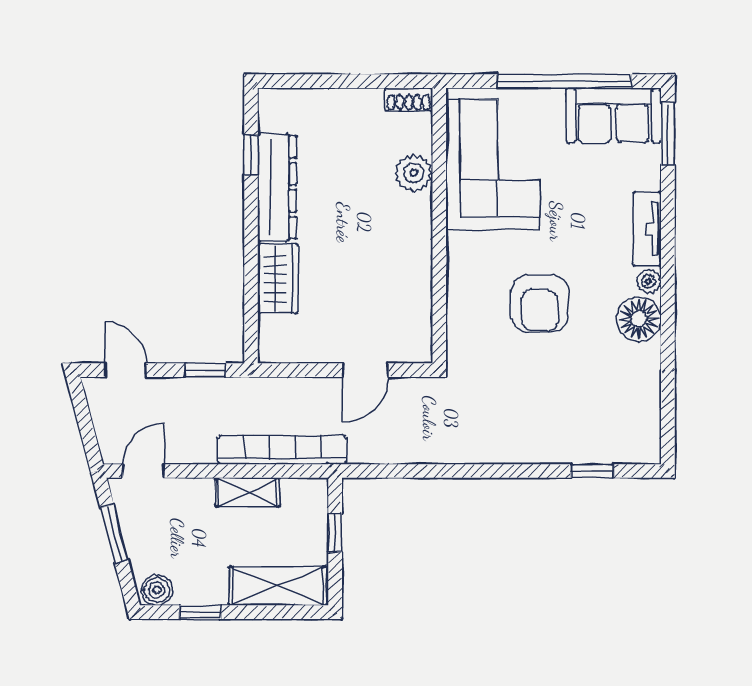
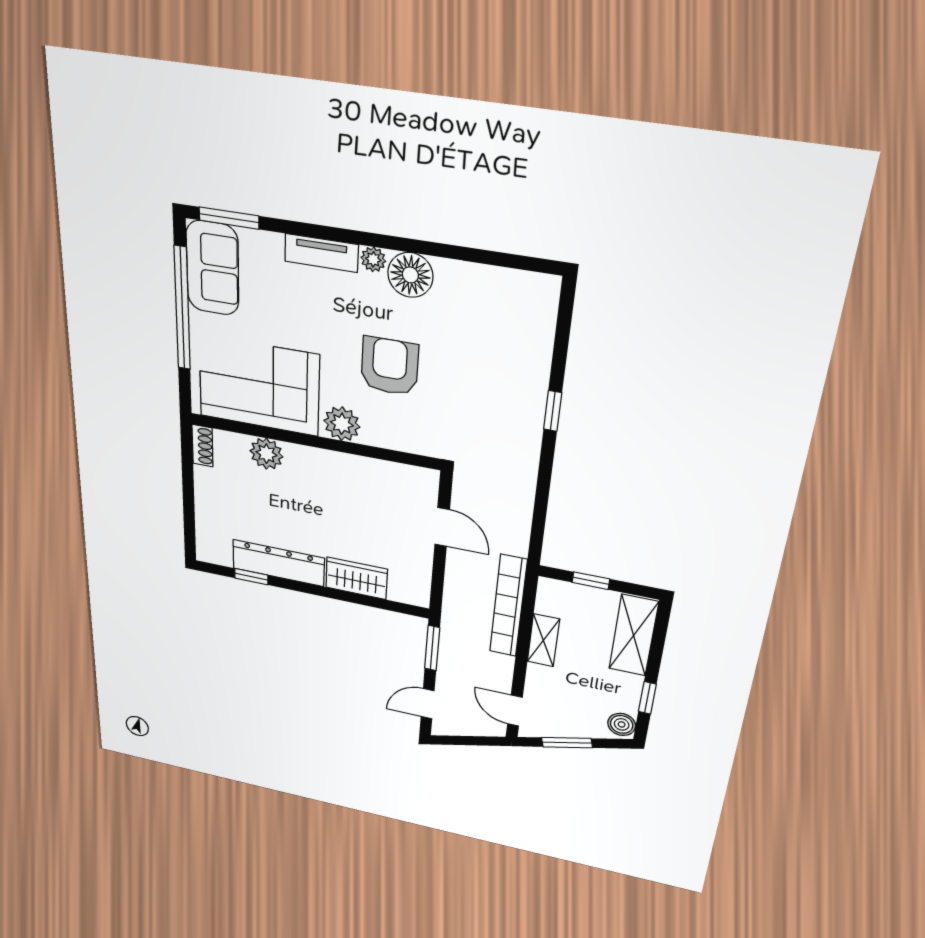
plant: (466, 256) -> (342, 424), added
armchair: (540, 303) -> (390, 366), turned -90
window: (205, 370) -> (432, 648), width x1.50
window: (592, 471) -> (553, 411), moved

